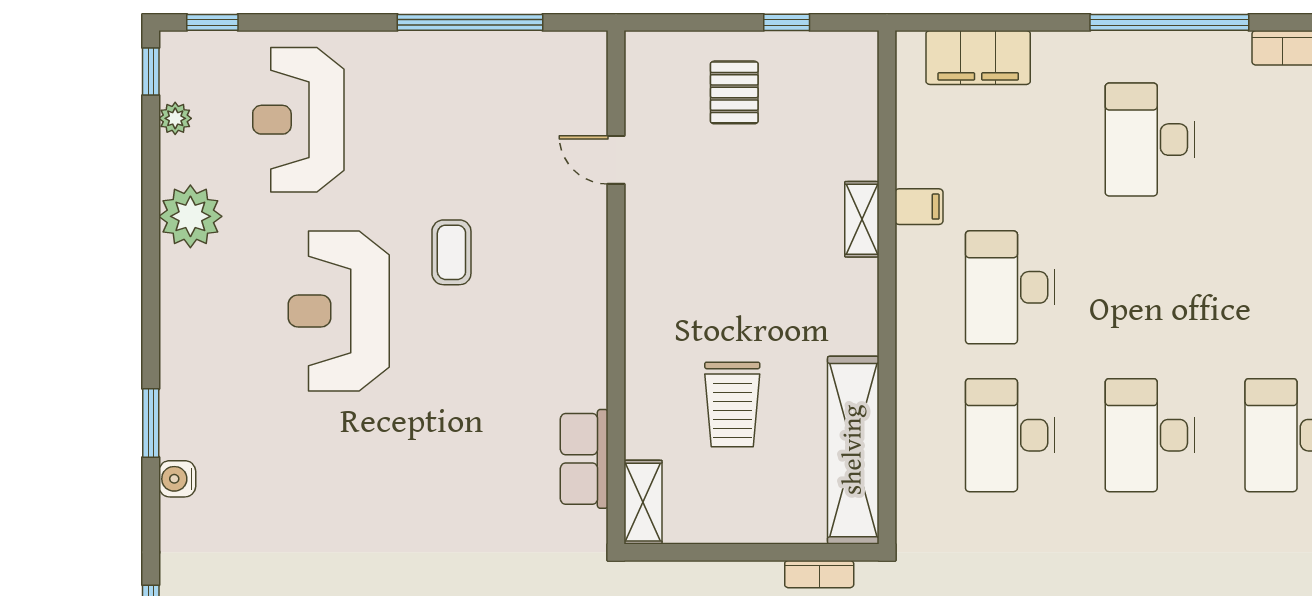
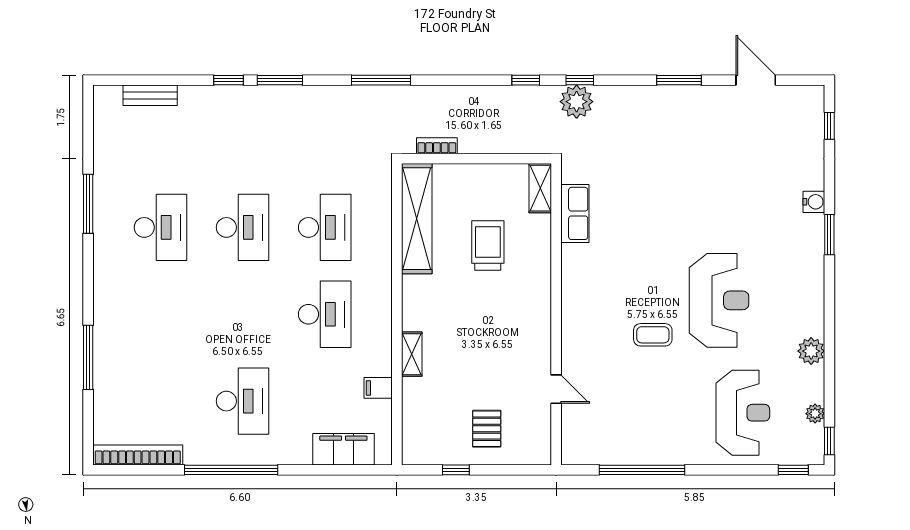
filing cabinet: (919, 207) -> (378, 388), moved
plant: (190, 216) -> (811, 351), width x0.73, depth x0.73
coffee table: (451, 252) -> (653, 335), turned 90

